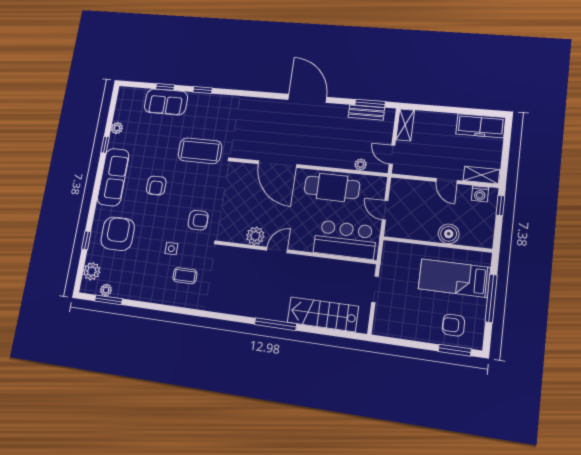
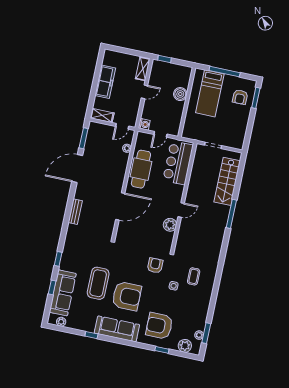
door: (307, 98) -> (77, 168), moved
sofa: (166, 102) -> (63, 293), width x1.36
bench: (366, 113) -> (75, 212), moved
freezer: (481, 126) -> (105, 82), moved
plant: (117, 128) -> (61, 322), moved
coffee table: (200, 151) -> (98, 283), moved
armchair: (156, 186) -> (127, 296), width x1.88, depth x1.88
washing machine: (480, 194) -> (144, 124), moved
door: (277, 250) -> (181, 210), swing flipped

